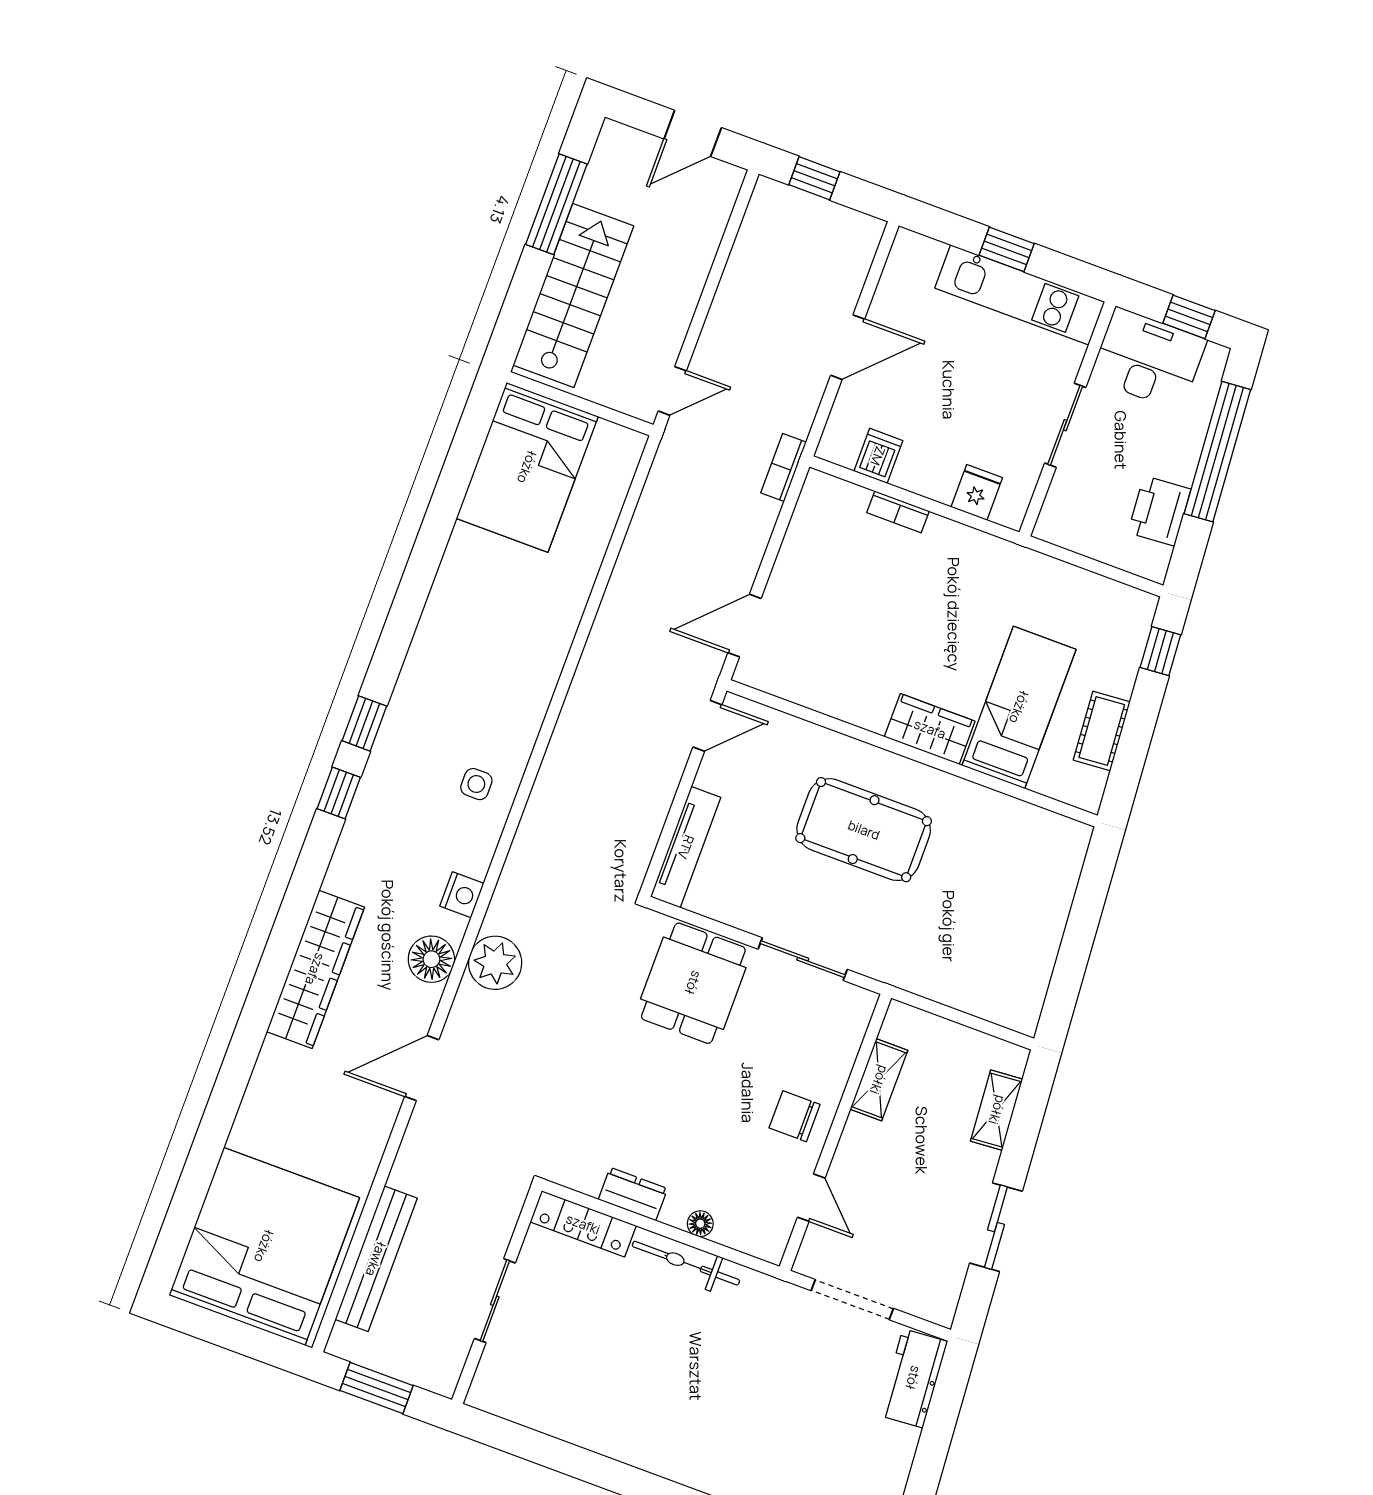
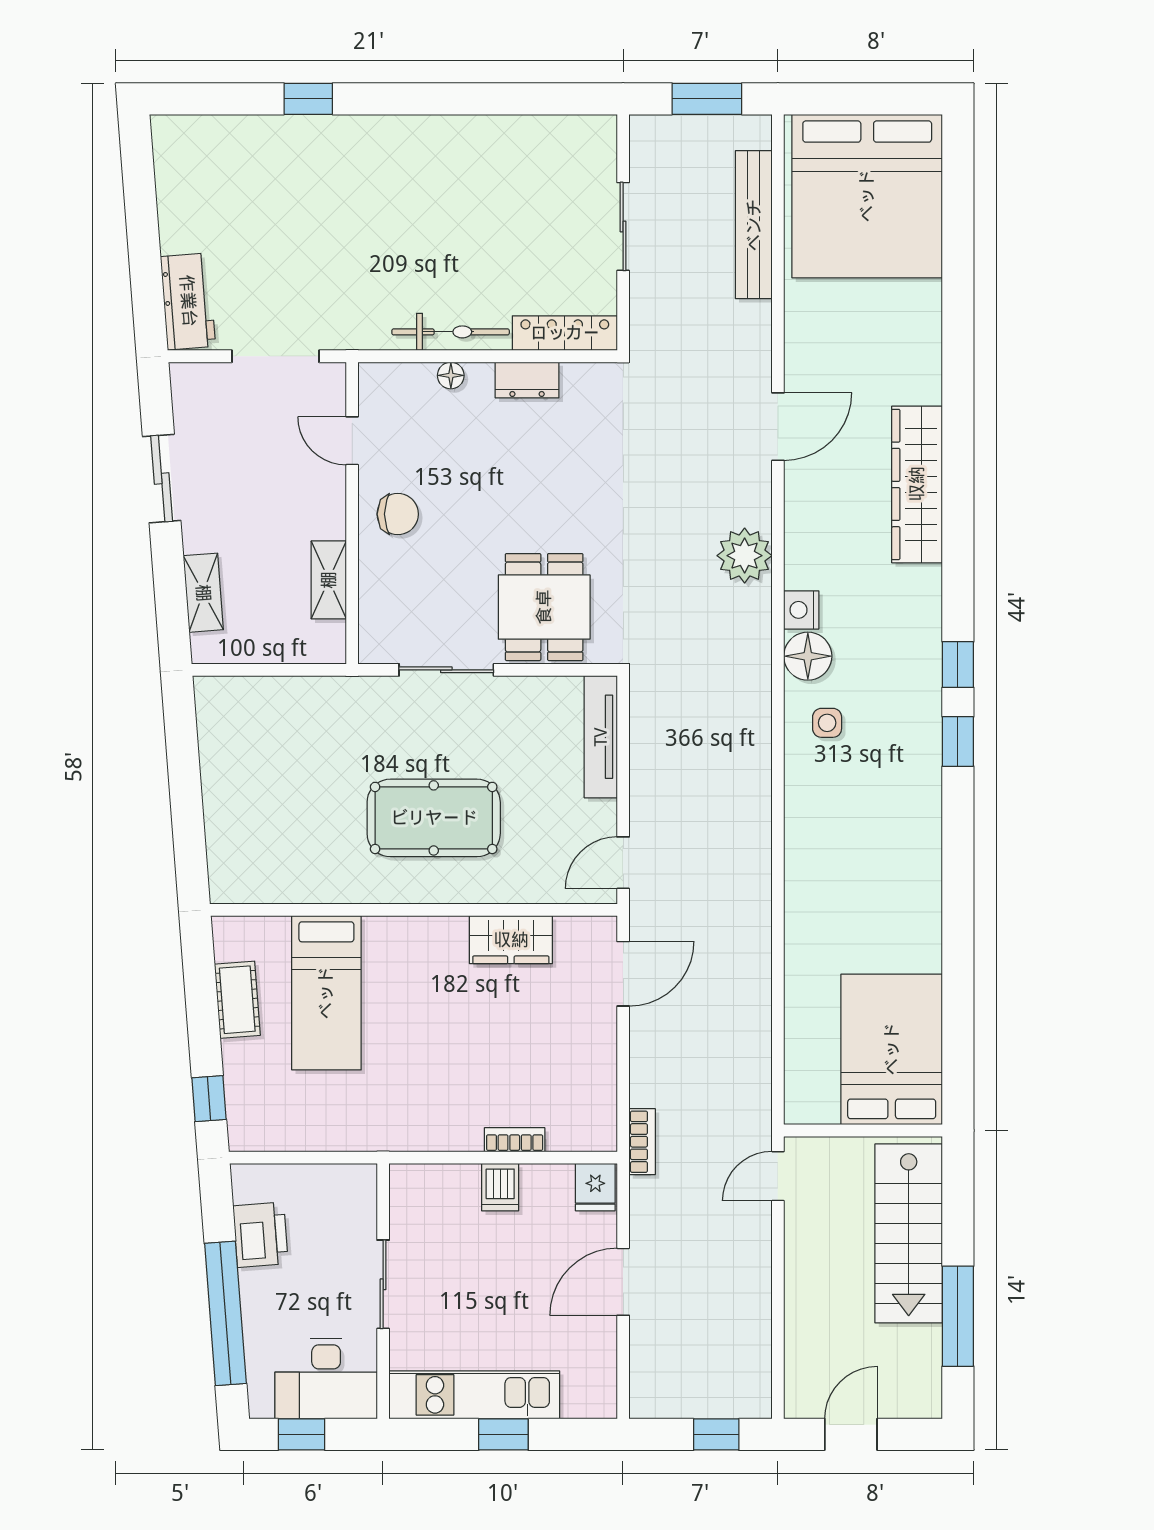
dishwasher: (878, 456) -> (500, 1187), moved
fridge: (977, 492) -> (595, 1187), moved
wardrobe: (930, 729) -> (511, 940), moved
floor lamp: (431, 959) -> (808, 656), moved

